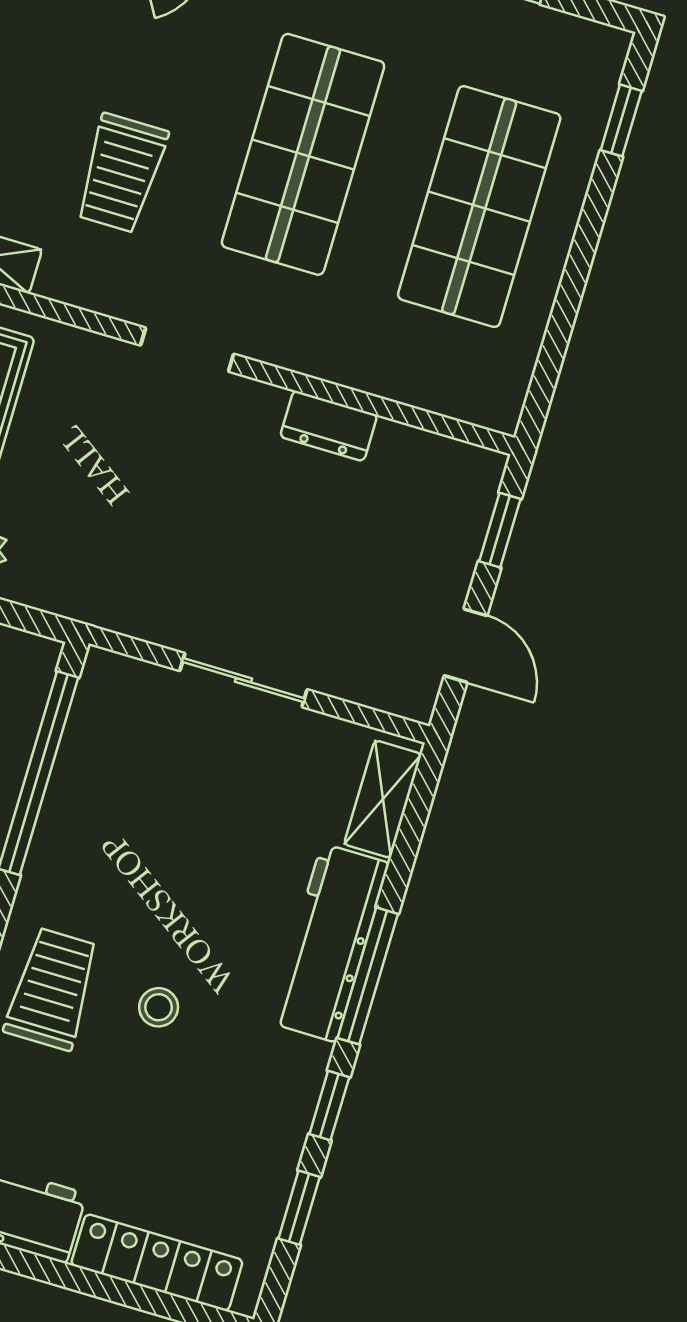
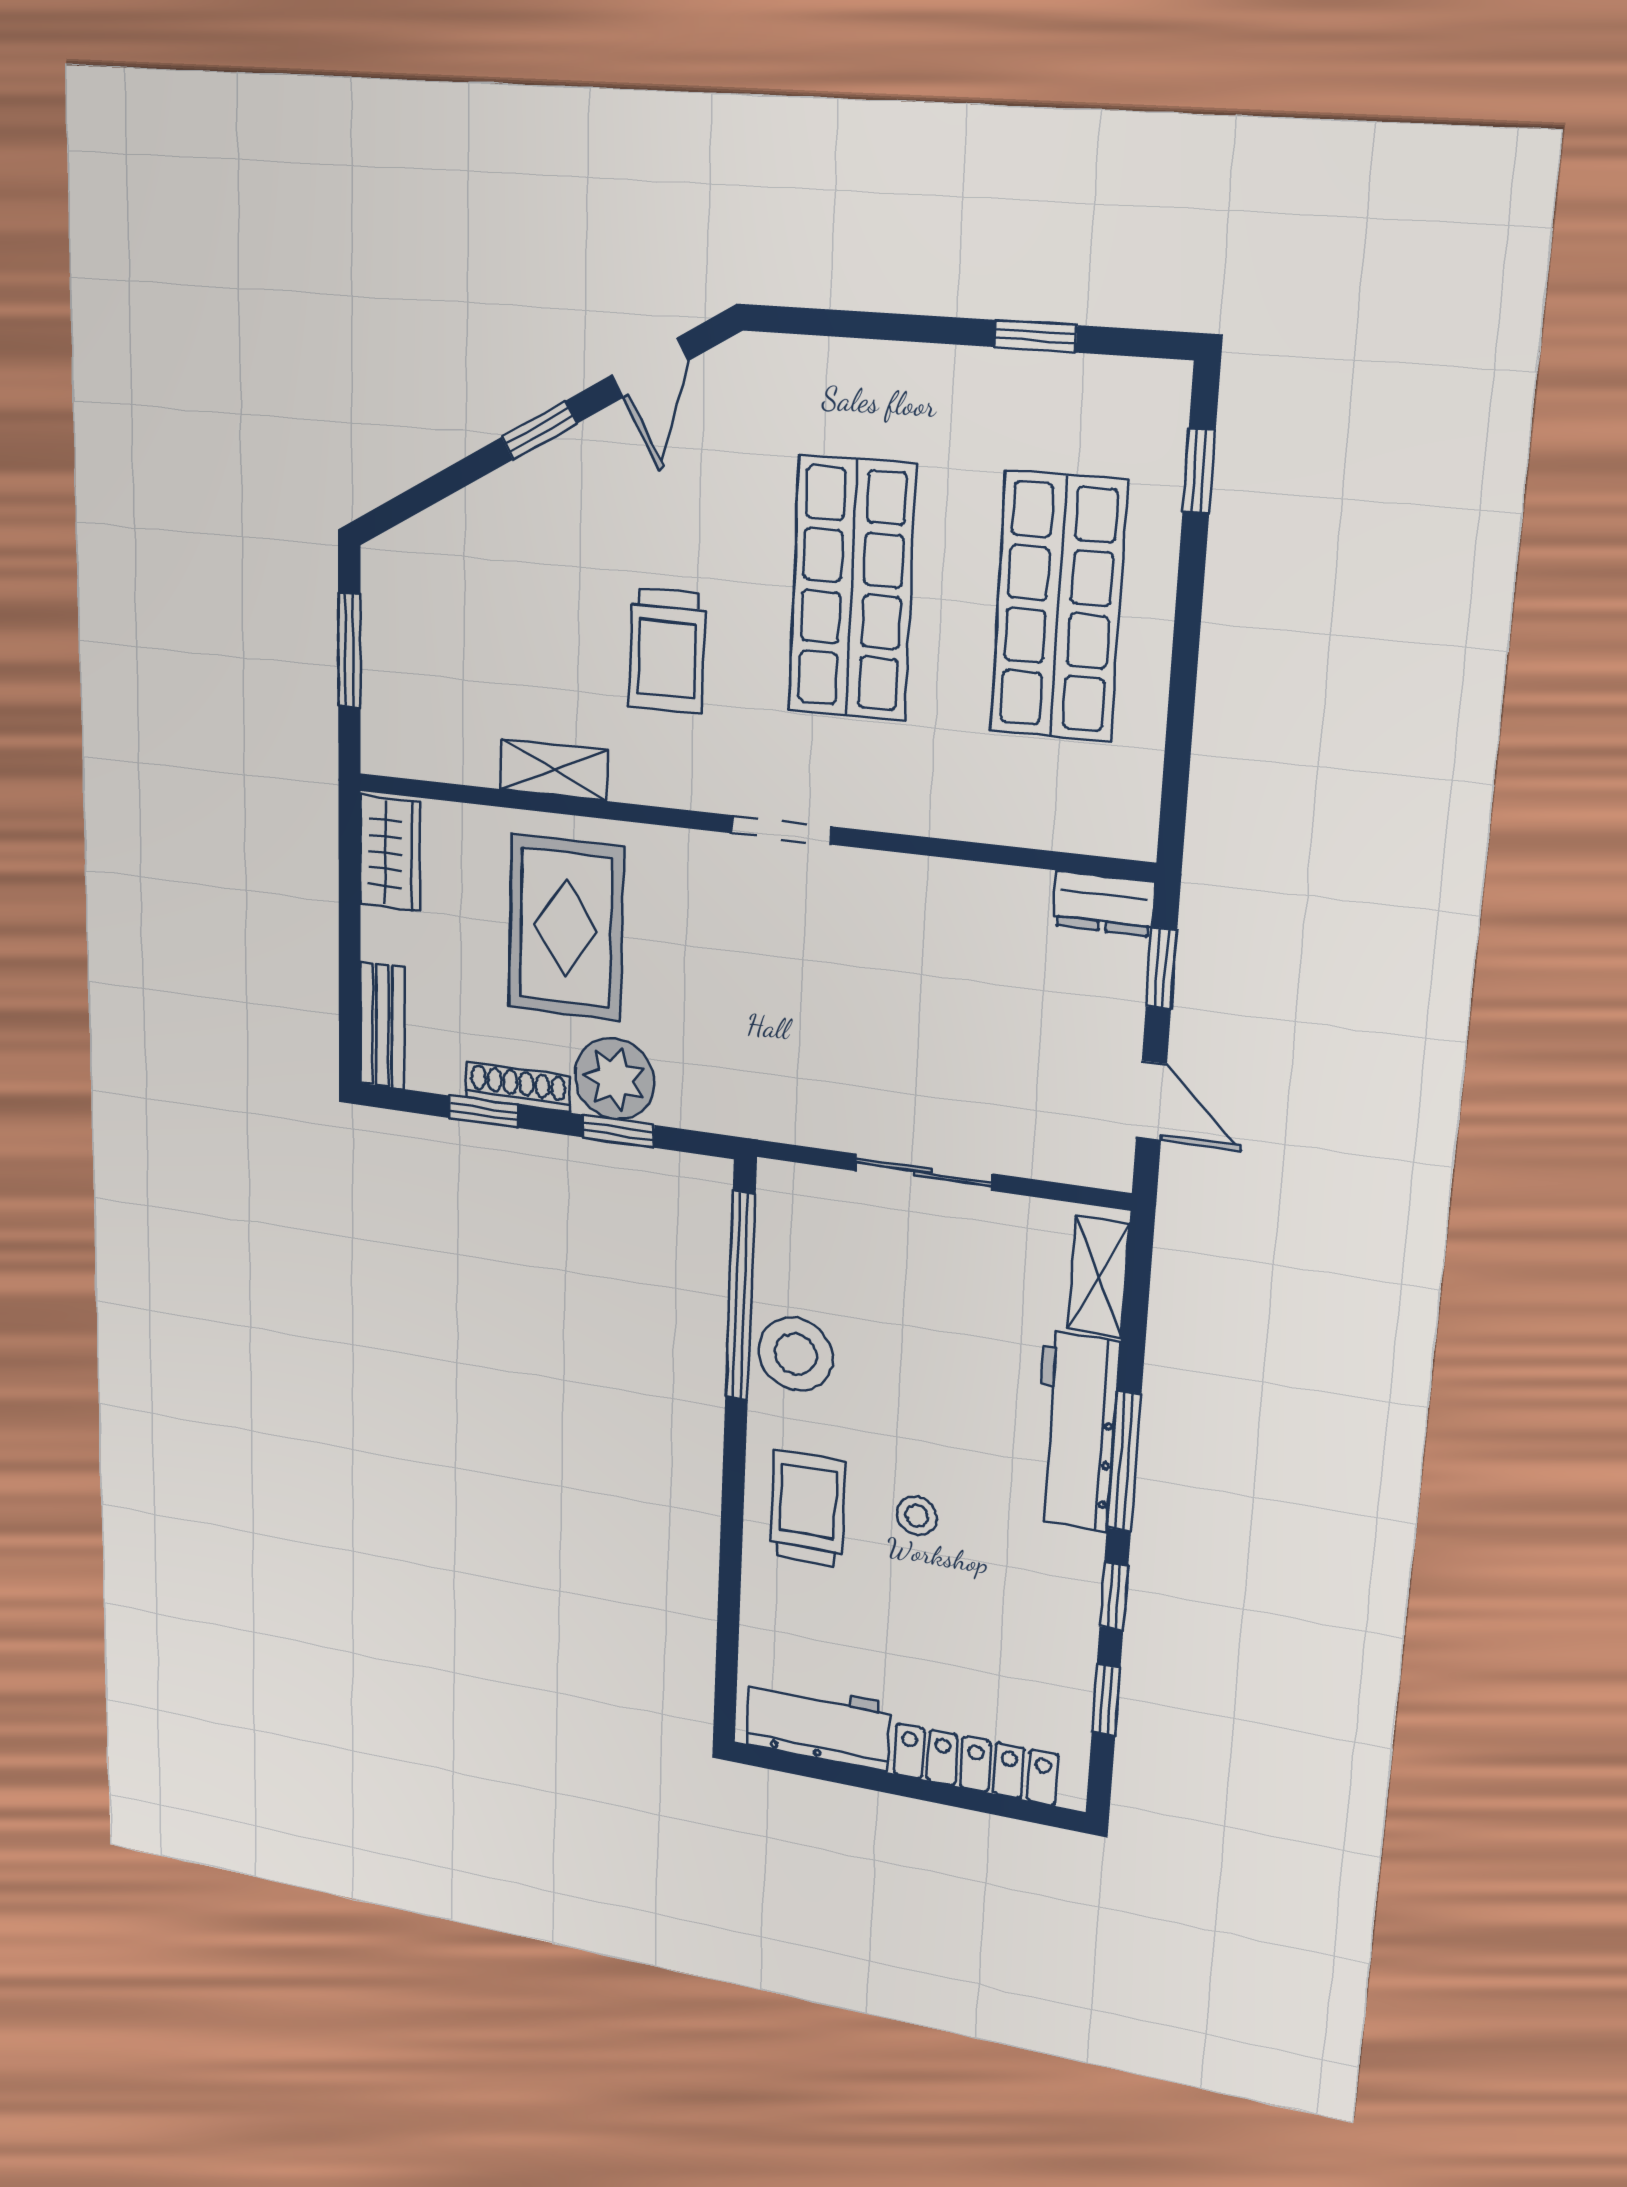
dresser: (329, 426) -> (1104, 904), moved
stool: (79, 836) -> (796, 1354), added

